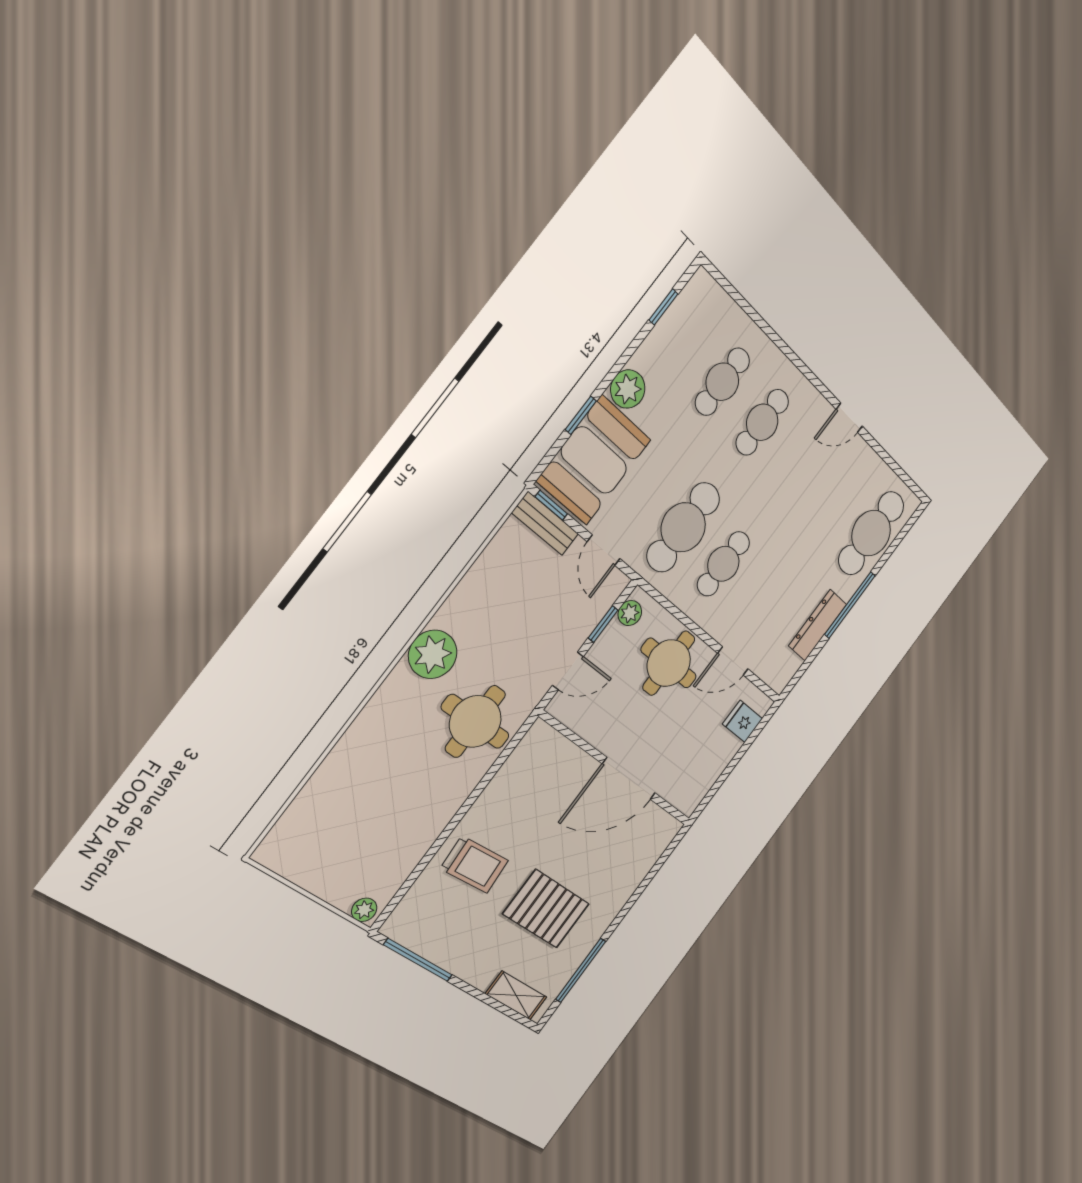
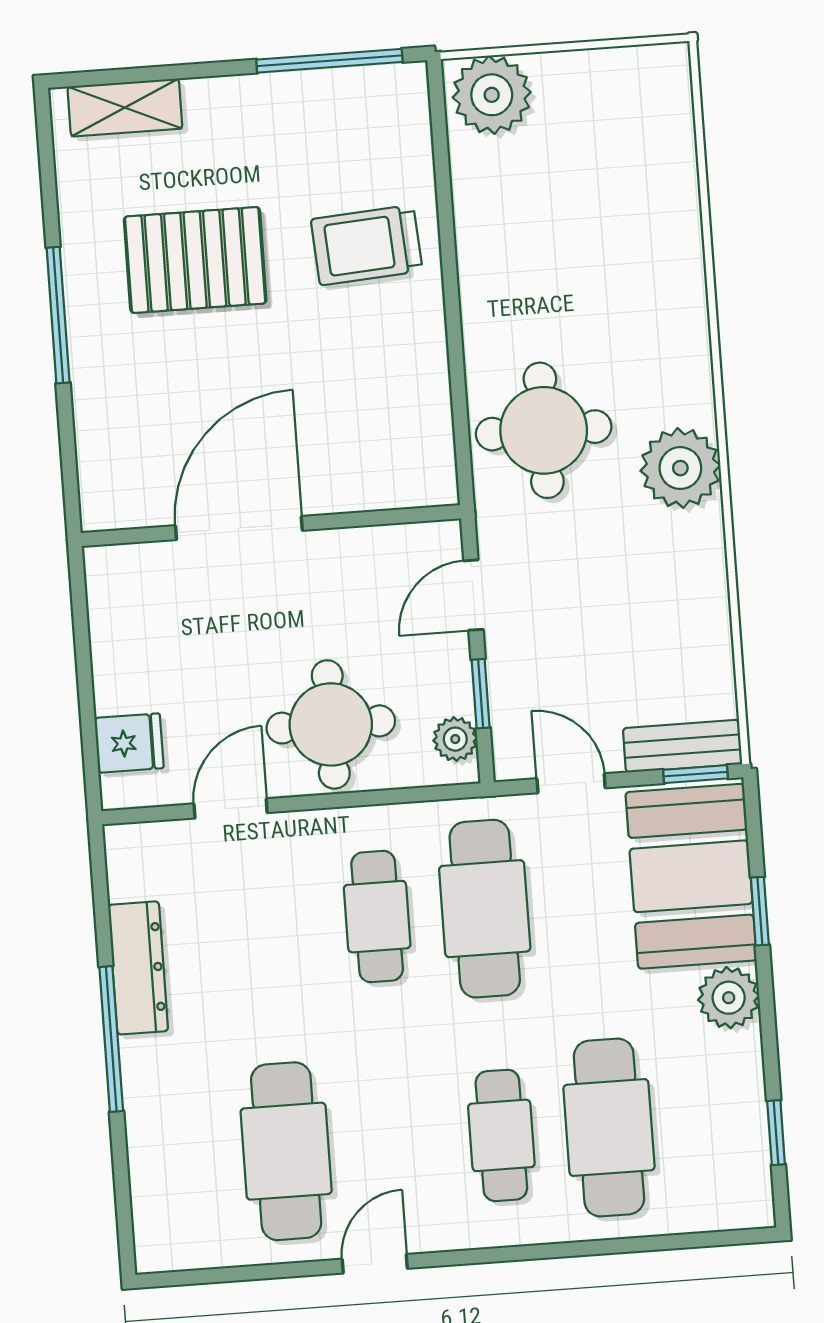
cafe table: (722, 382) -> (609, 1127), width x1.37, depth x1.35
cafe table: (871, 533) -> (286, 1151), moved
plant: (364, 910) -> (492, 95), width x1.87, depth x1.87
window: (581, 970) -> (58, 315), moved

